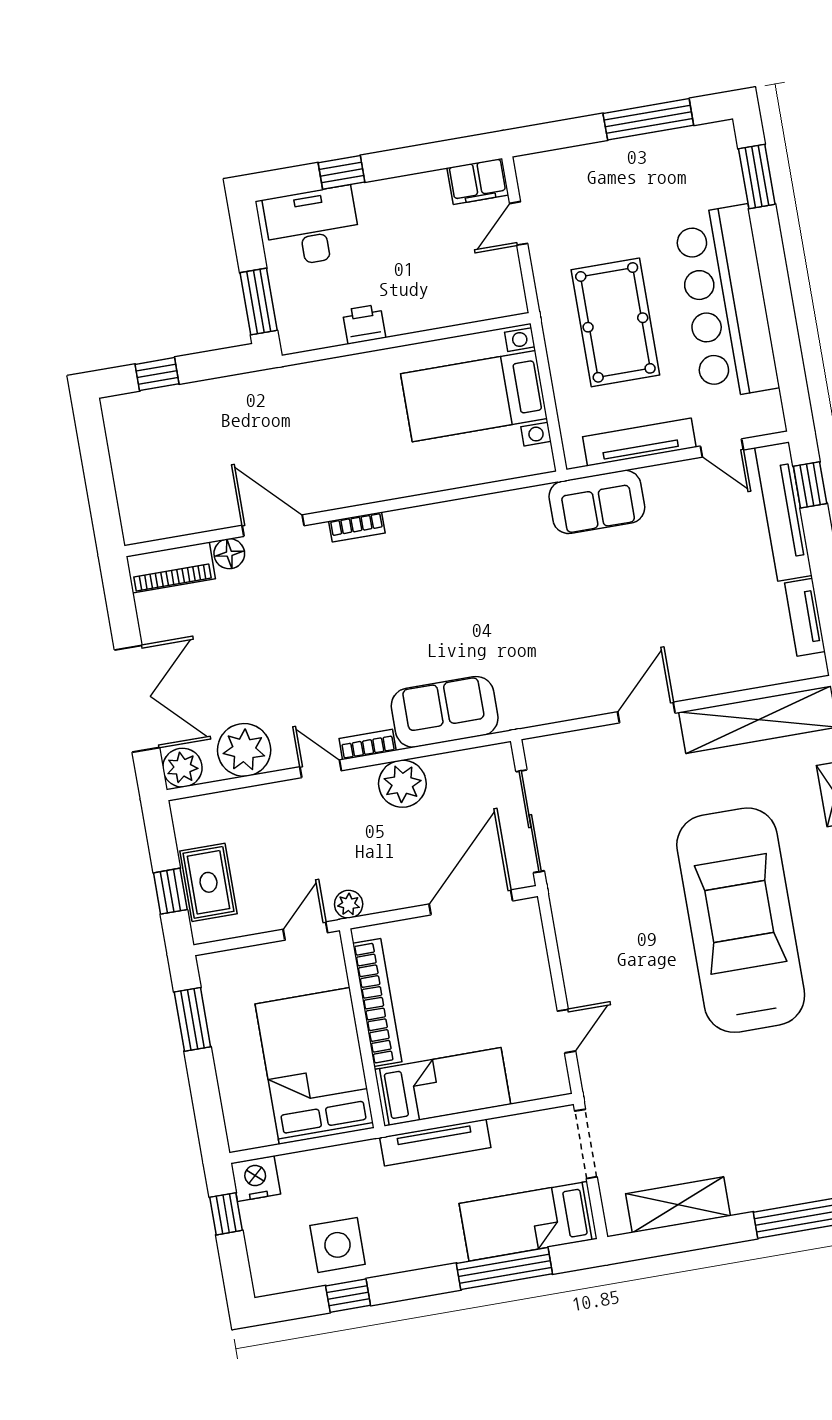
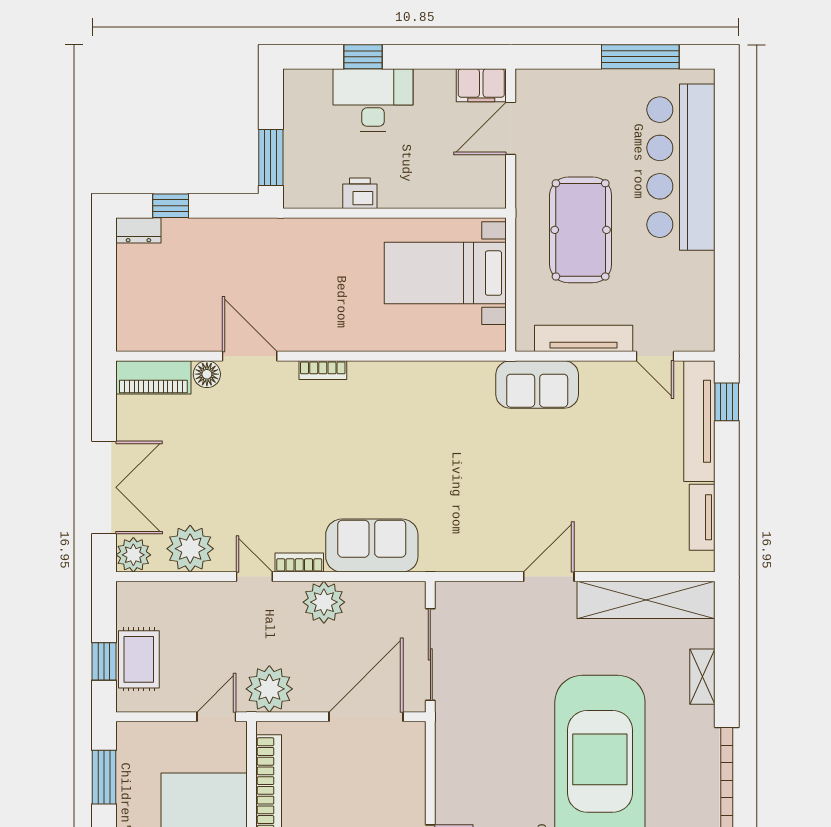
window: (757, 177) -> (727, 123), removed
door: (519, 223) -> (511, 128), width x1.38
desk: (312, 227) -> (373, 100), moved
bar counter: (726, 302) -> (681, 167), moved
dresser: (126, 407) -> (138, 230), added
plant: (349, 904) -> (269, 689), width x1.87, depth x1.87

